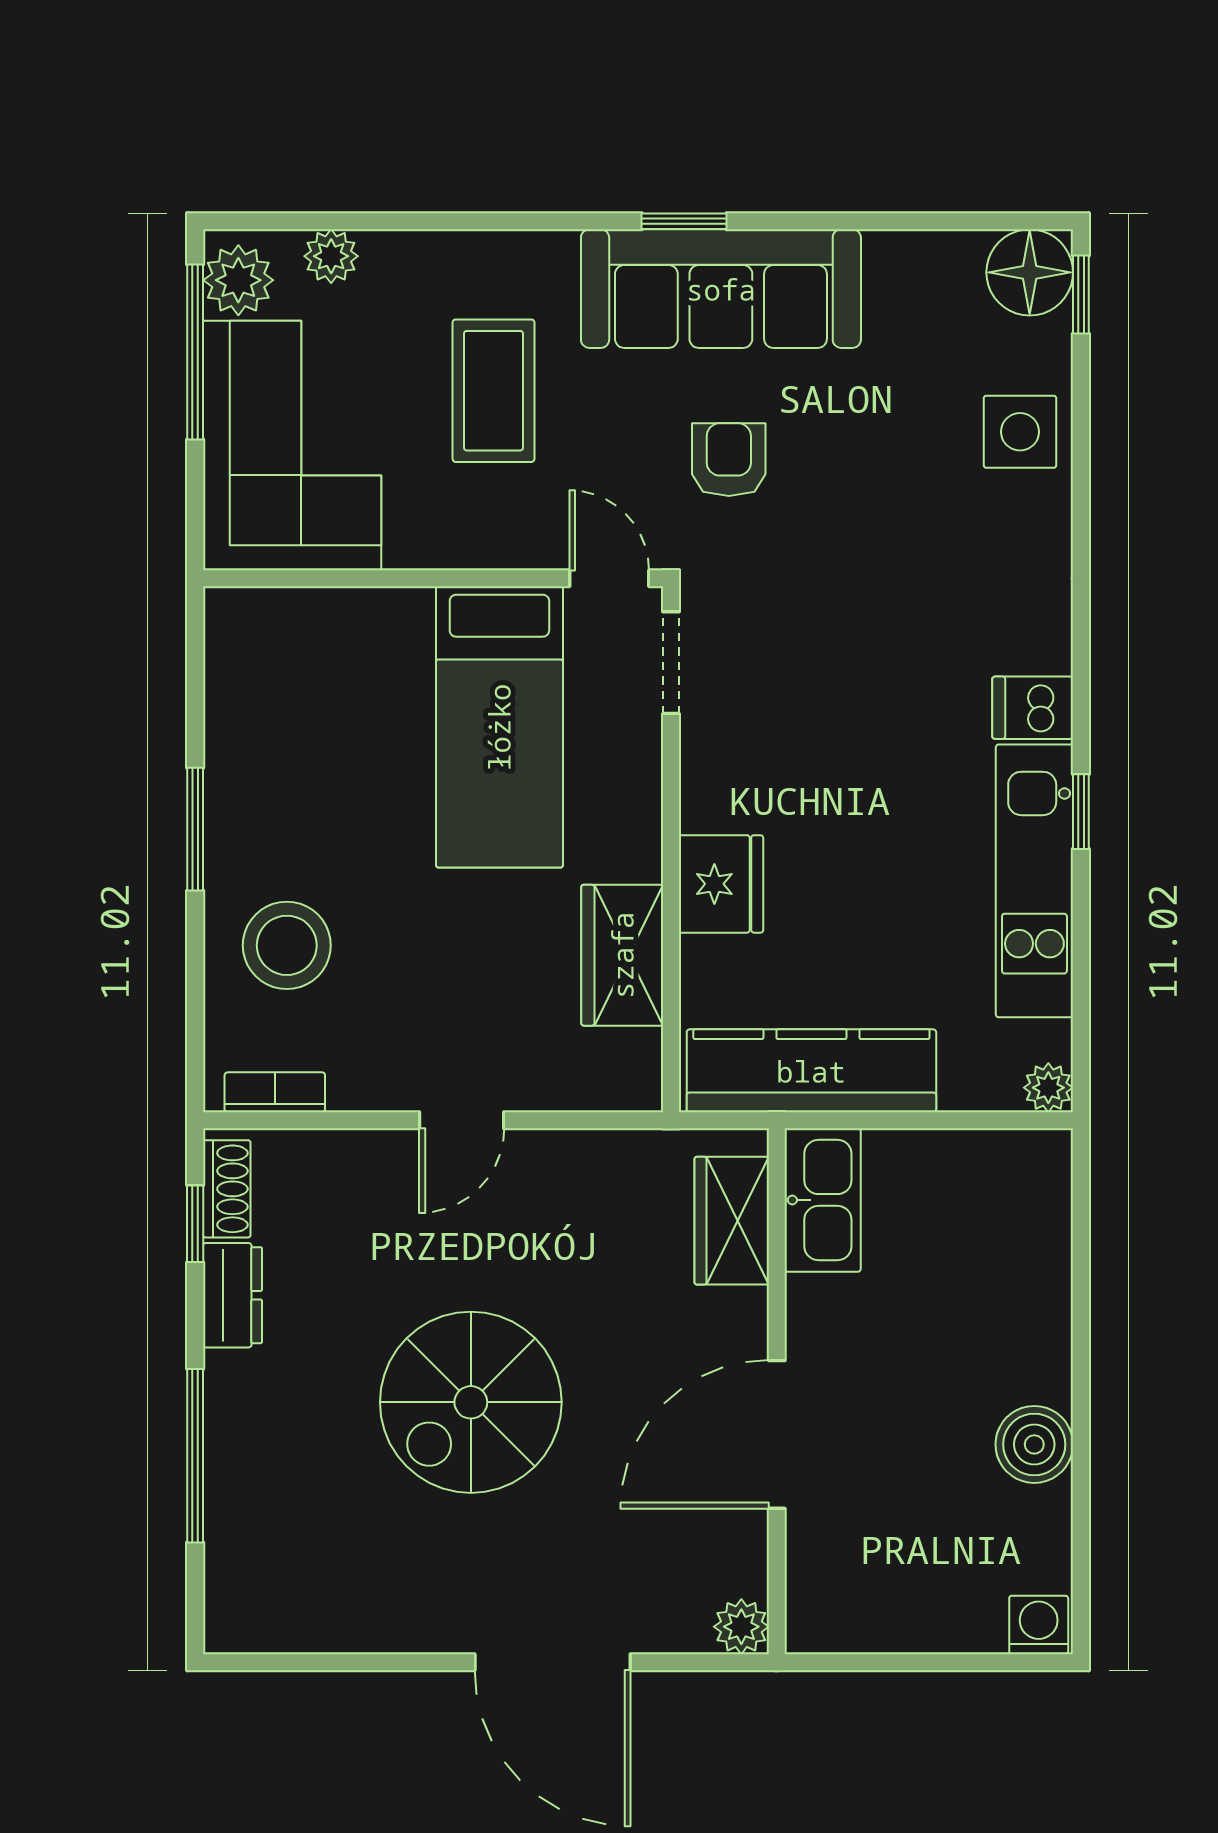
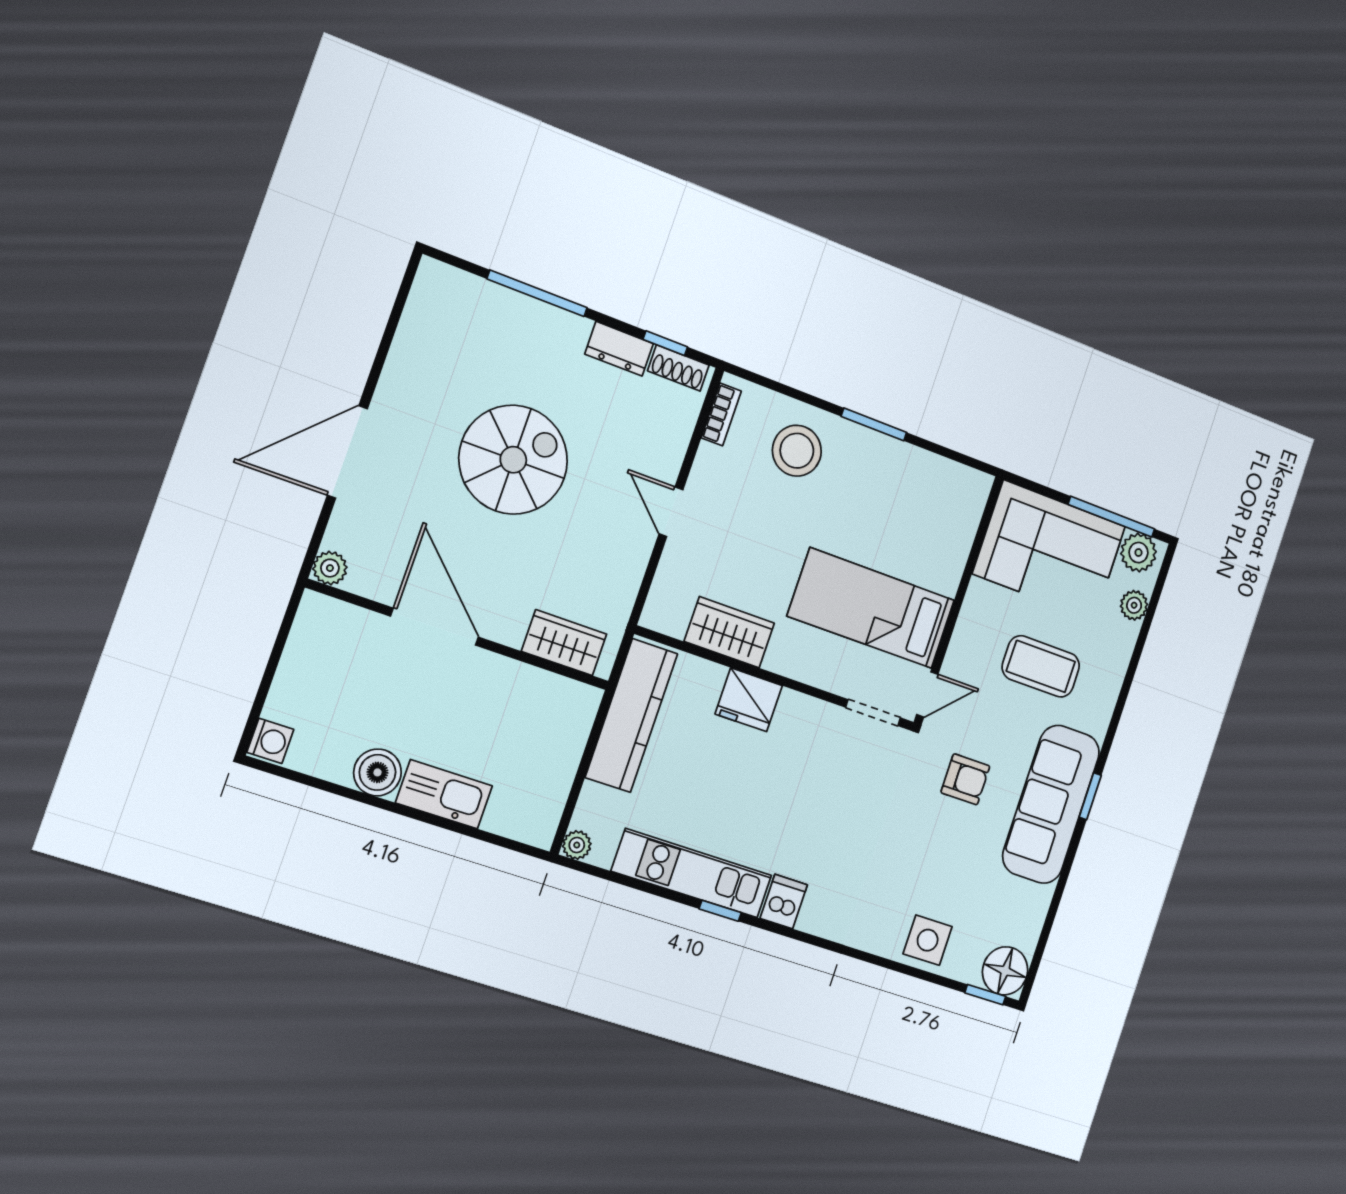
kitchen sink: (823, 1200) -> (444, 794), moved, turned 180
spiral stairs: (471, 1402) -> (513, 460), turned 90

